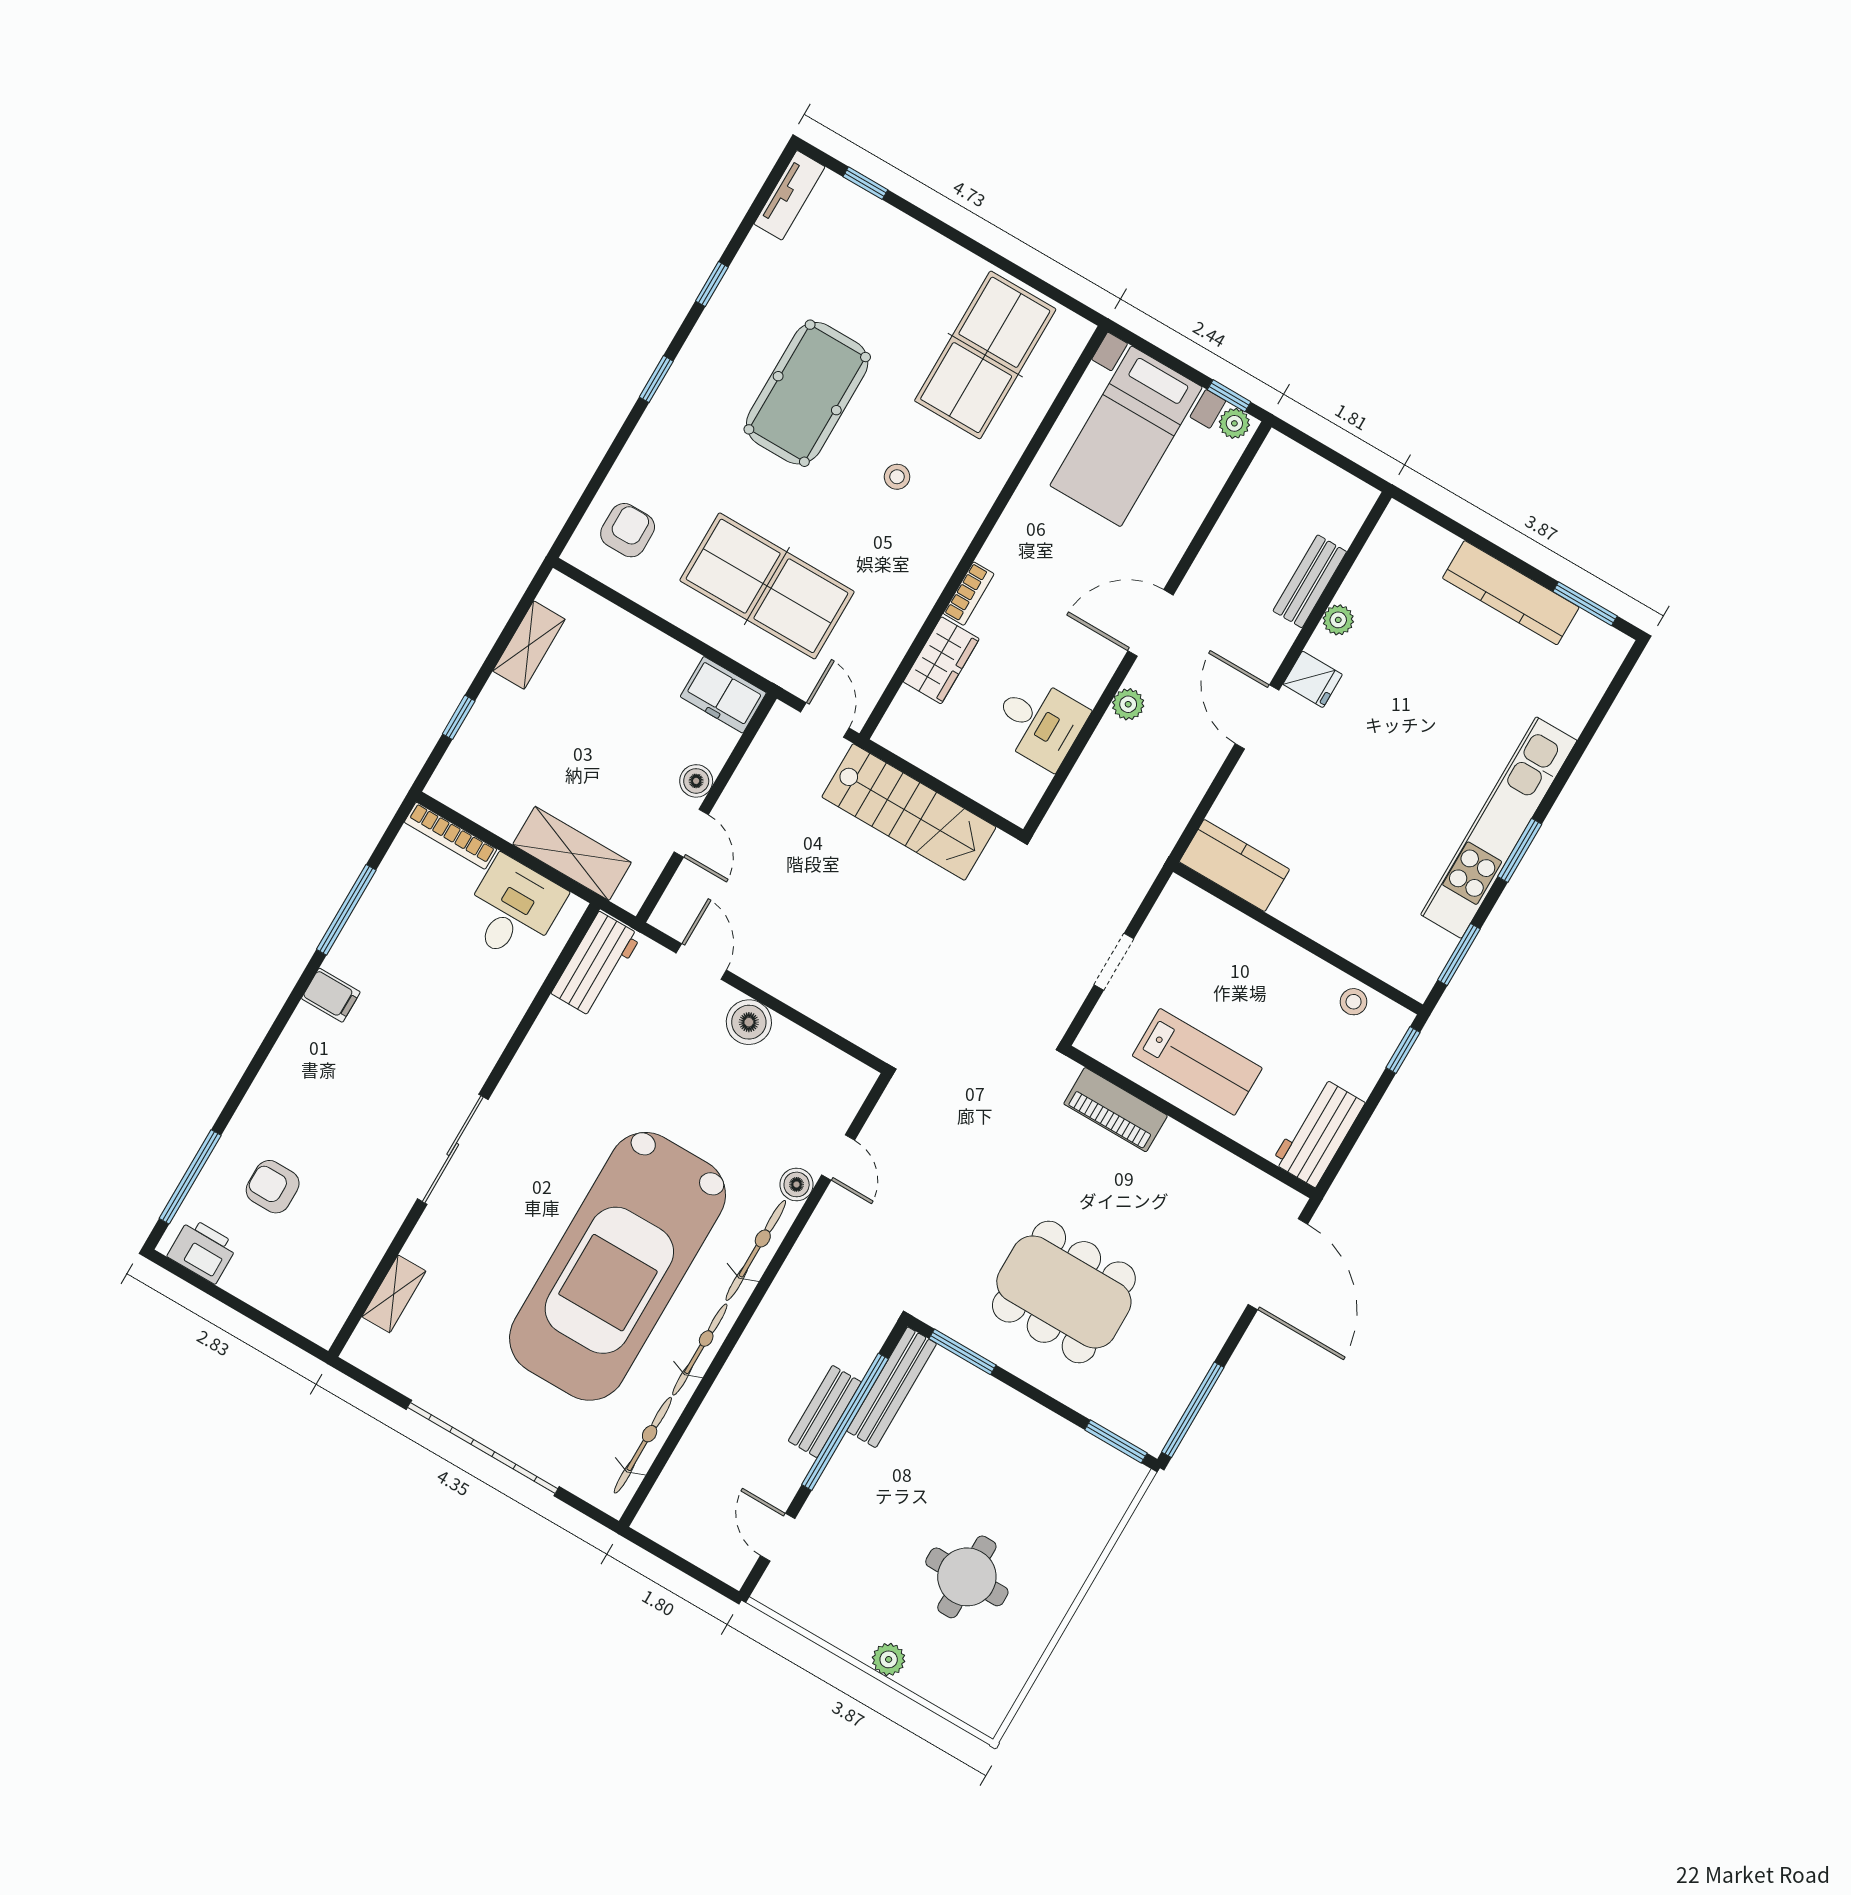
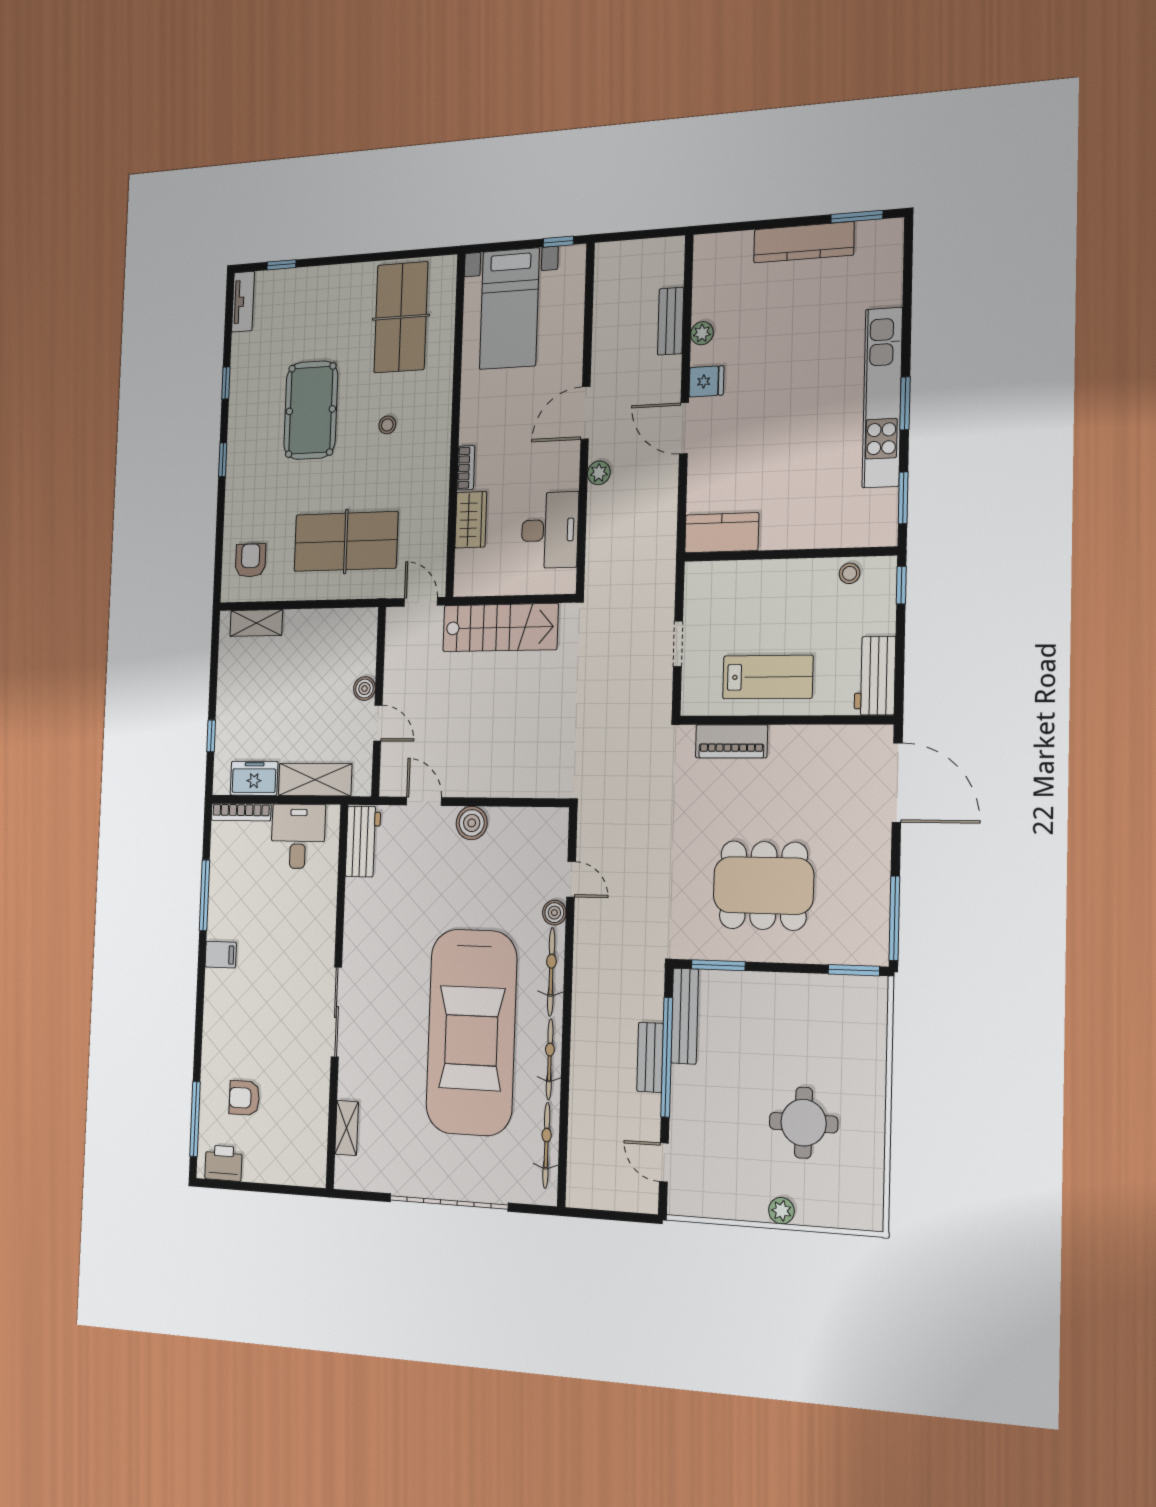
plant: (1234, 423) -> (571, 256), removed
shelving: (529, 645) -> (256, 623), moved, turned 90
freezer: (723, 695) -> (254, 778), moved, turned 180
desk: (1039, 722) -> (550, 530), width x1.37

